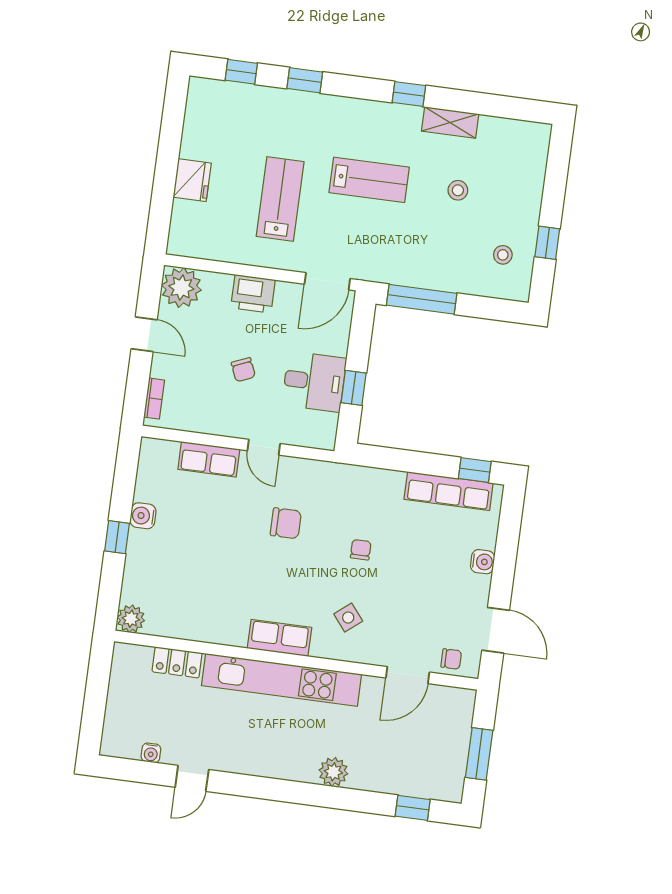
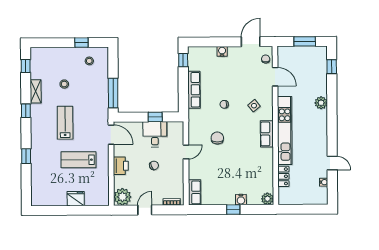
window: (241, 72) -> (26, 66), moved
row of seats: (209, 459) -> (195, 192), moved
row of seats: (449, 491) -> (194, 90), moved
water cooler: (143, 516) -> (241, 200), moved

